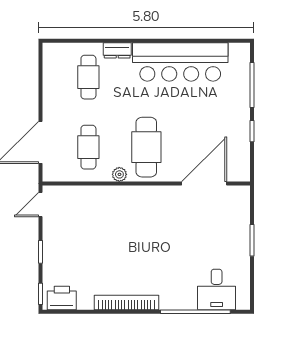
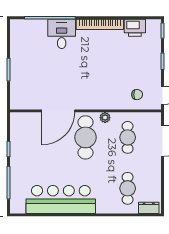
dresser: (117, 50) -> (149, 208), moved
door: (204, 184) -> (58, 111), moved
chair: (75, 206) -> (137, 95), added
desk: (217, 289) -> (62, 34), moved
printer: (62, 298) -> (135, 28), moved

